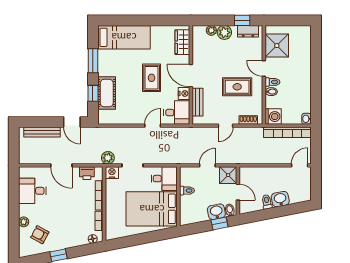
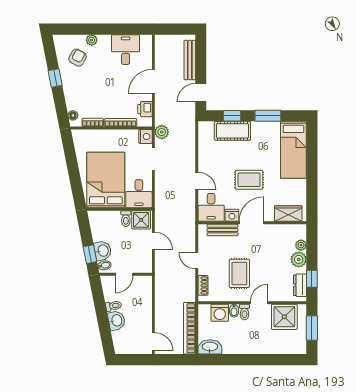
window: (287, 20) -> (312, 328), added
washing machine: (273, 117) -> (220, 313), moved
washbasin: (306, 119) -> (210, 347), width x1.91, depth x1.45
shower: (228, 175) -> (141, 220), moved

